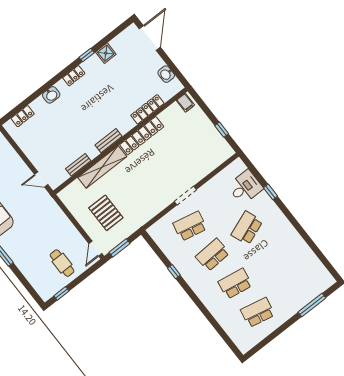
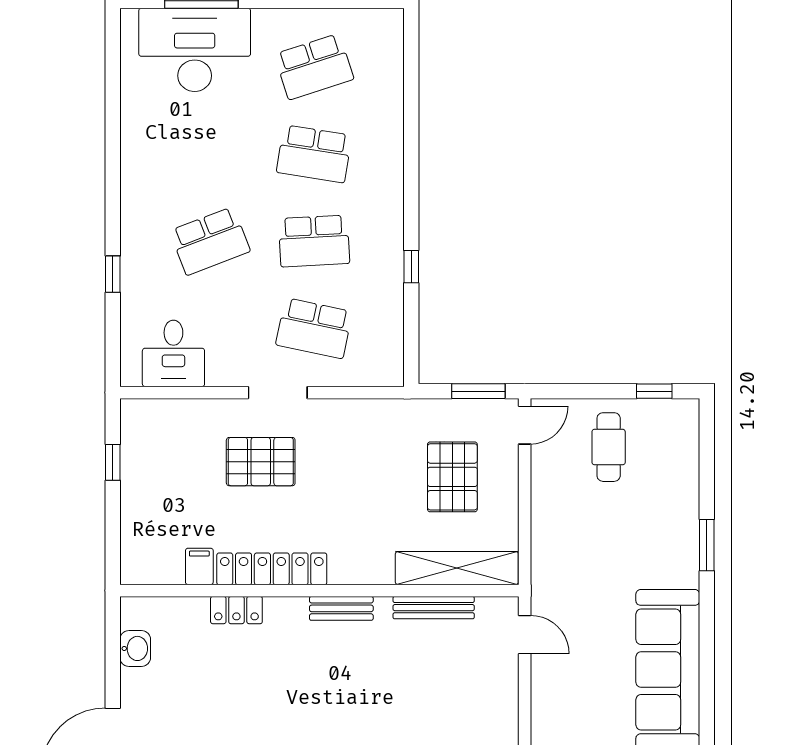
filing cabinet: (185, 103) -> (199, 566), moved
locker: (147, 109) -> (236, 610), width x0.66
bench: (78, 165) -> (434, 608), width x1.36
shelving: (102, 167) -> (457, 568), moved
pallet: (173, 168) -> (261, 462), added
desk: (245, 187) -> (173, 353), moved, turned -90
desk: (301, 287) -> (195, 50), added
school desk: (258, 312) -> (314, 67), turned -30

